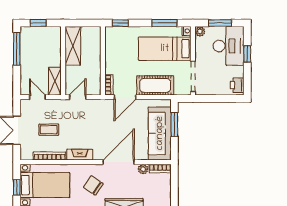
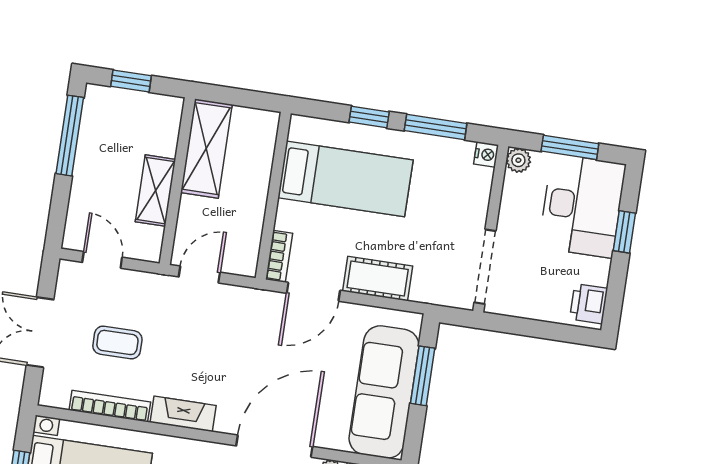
window: (120, 23) -> (369, 117), moved
bed: (165, 49) -> (345, 179), moved, turned 180
shelving: (55, 81) -> (156, 191), moved
cot: (155, 85) -> (378, 279), width x0.73, depth x0.75

